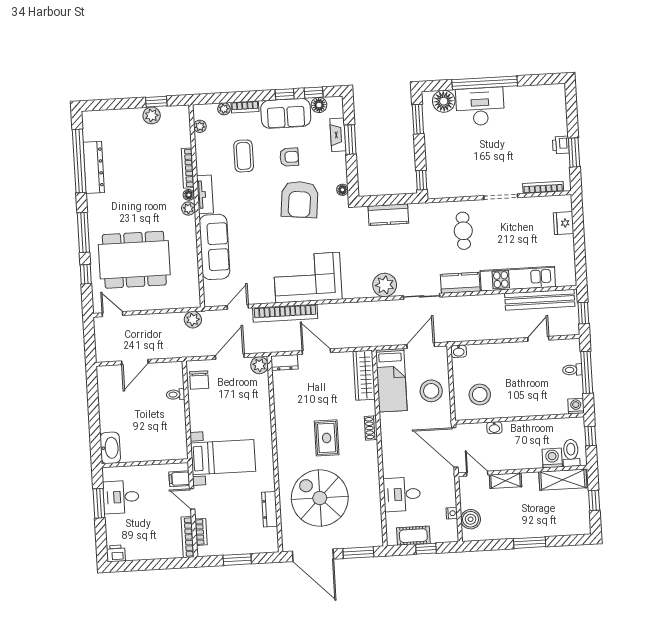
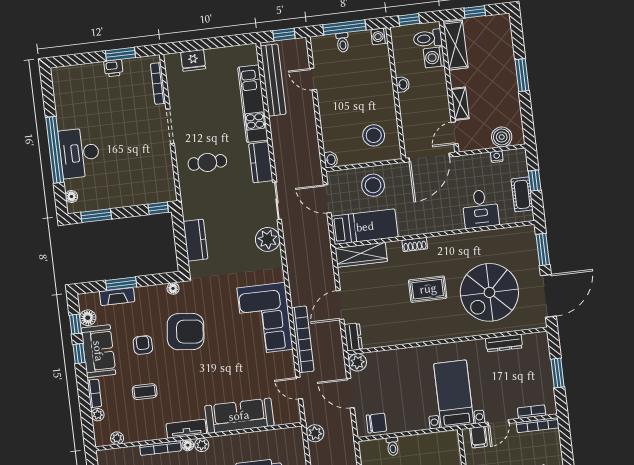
floor lamp: (444, 101) -> (71, 196), width x0.53, depth x0.53
coffee table: (244, 156) -> (145, 392), width x0.73, depth x0.77
washbasin: (494, 428) -> (403, 84), moved

